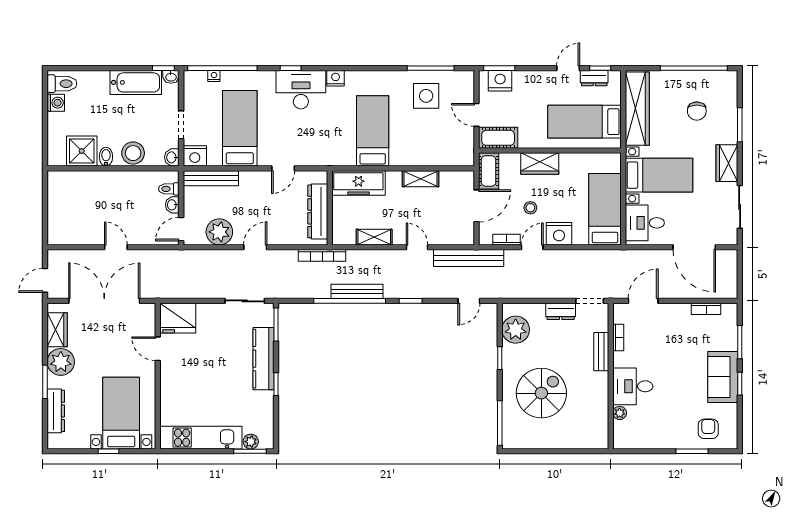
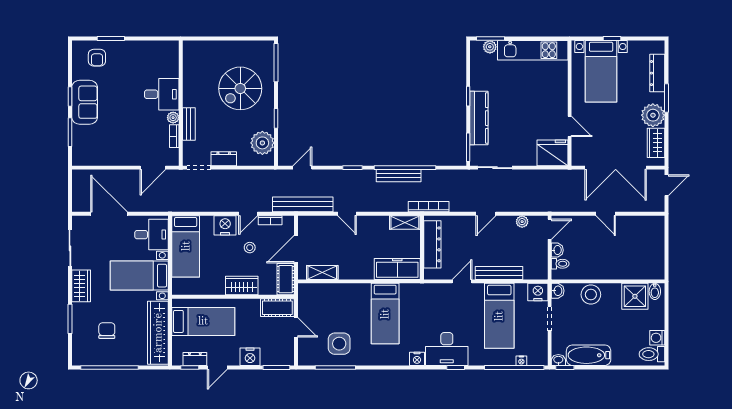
nightstand: (500, 81) -> (250, 357), moved
bidet: (106, 157) -> (655, 291), moved
bench: (211, 178) -> (499, 273), moved
shelving: (421, 179) -> (322, 273), moved
plant: (219, 232) -> (522, 222), width x0.53, depth x0.53
shelving: (374, 237) -> (405, 222), moved
bookcase: (706, 309) -> (99, 161), removed
plant: (620, 413) -> (173, 118), moved

